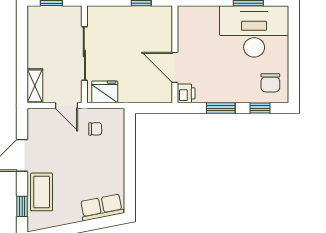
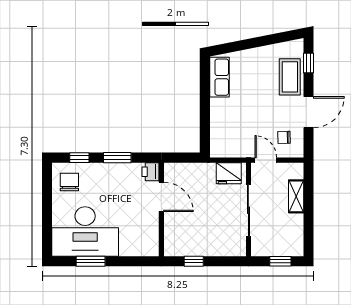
shelving: (35, 86) -> (296, 196), moved
chair: (95, 129) -> (284, 137), moved
row of seats: (102, 207) -> (219, 77), moved, turned -79

